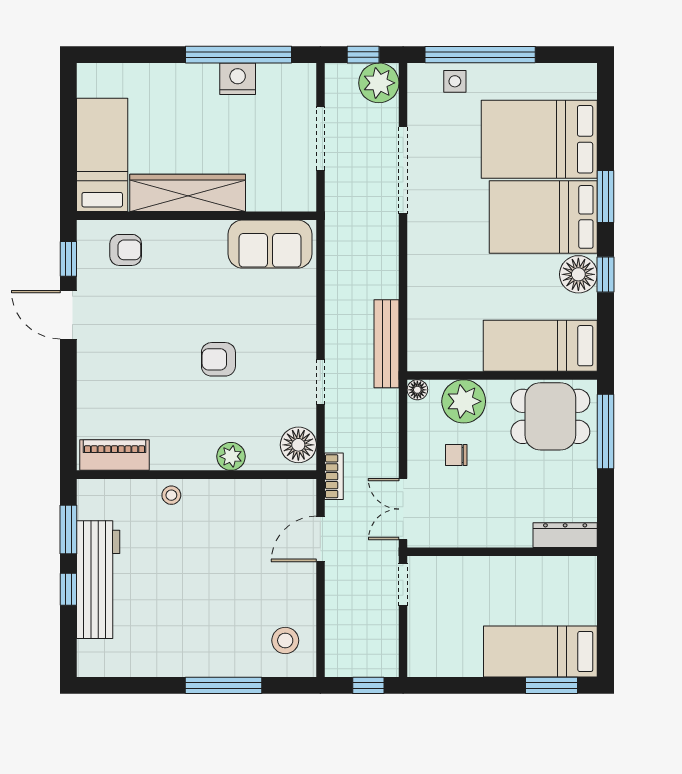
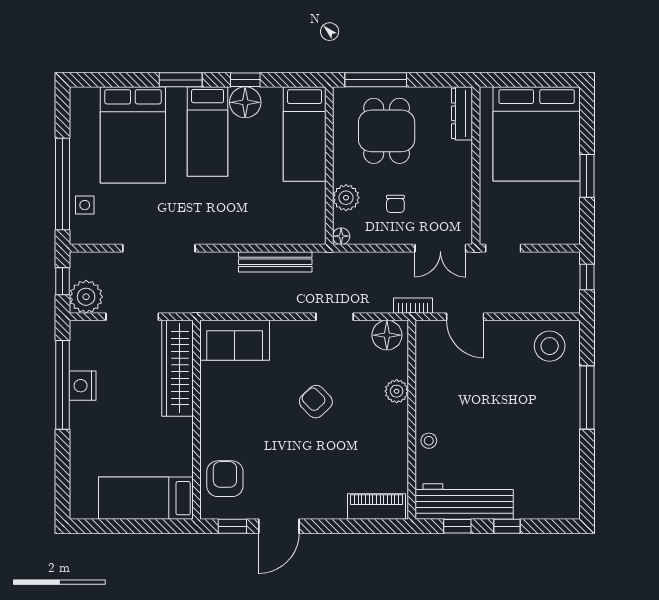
plant: (379, 83) -> (86, 297), moved
wardrobe: (188, 193) -> (178, 368), moved
bed: (543, 217) -> (208, 131), width x0.67
sofa: (270, 244) -> (235, 340), moved, turned 90
armchair: (126, 250) -> (225, 479), width x1.38, depth x1.38
bench: (387, 344) -> (275, 262), moved
armchair: (218, 359) -> (316, 402), turned 136
plant: (464, 401) -> (346, 198), width x0.73, depth x0.73
dining table: (550, 416) -> (387, 131), moved
piano: (115, 455) -> (376, 507), moved, turned 90
window: (68, 530) -> (457, 526), width x0.67
workbench: (98, 580) -> (464, 502), moved
stool: (285, 640) -> (550, 346), width x1.38, depth x1.38
bed: (540, 652) -> (537, 134), width x2.04
window: (551, 685) -> (587, 176), moved

